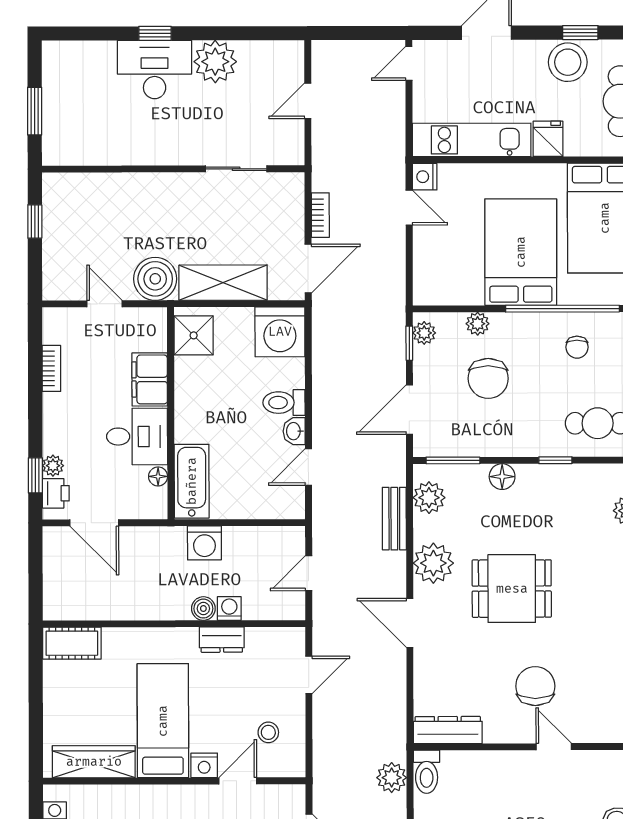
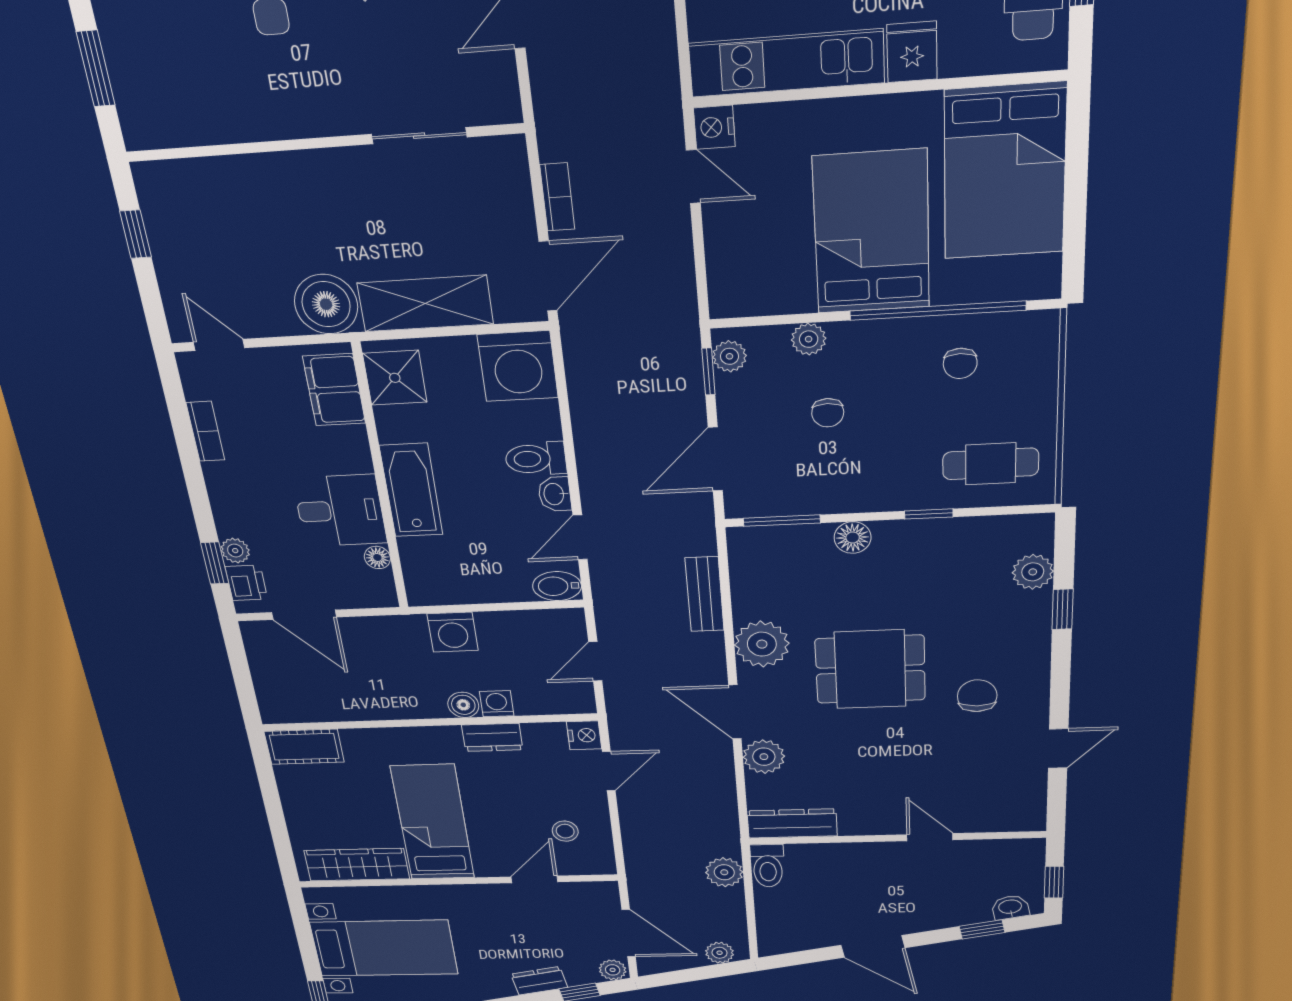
door: (105, 304) -> (219, 345), moved
chair: (488, 378) -> (828, 413), width x0.54, depth x0.54
filing cabinet: (150, 379) -> (334, 390), moved
bathtub: (192, 481) -> (411, 490), moved
plant: (429, 498) -> (764, 757), moved
bidet: (287, 507) -> (557, 586), added
chair: (535, 686) -> (977, 696), moved, width x0.73, depth x0.73
nightstand: (204, 765) -> (584, 735), moved, turned -90

